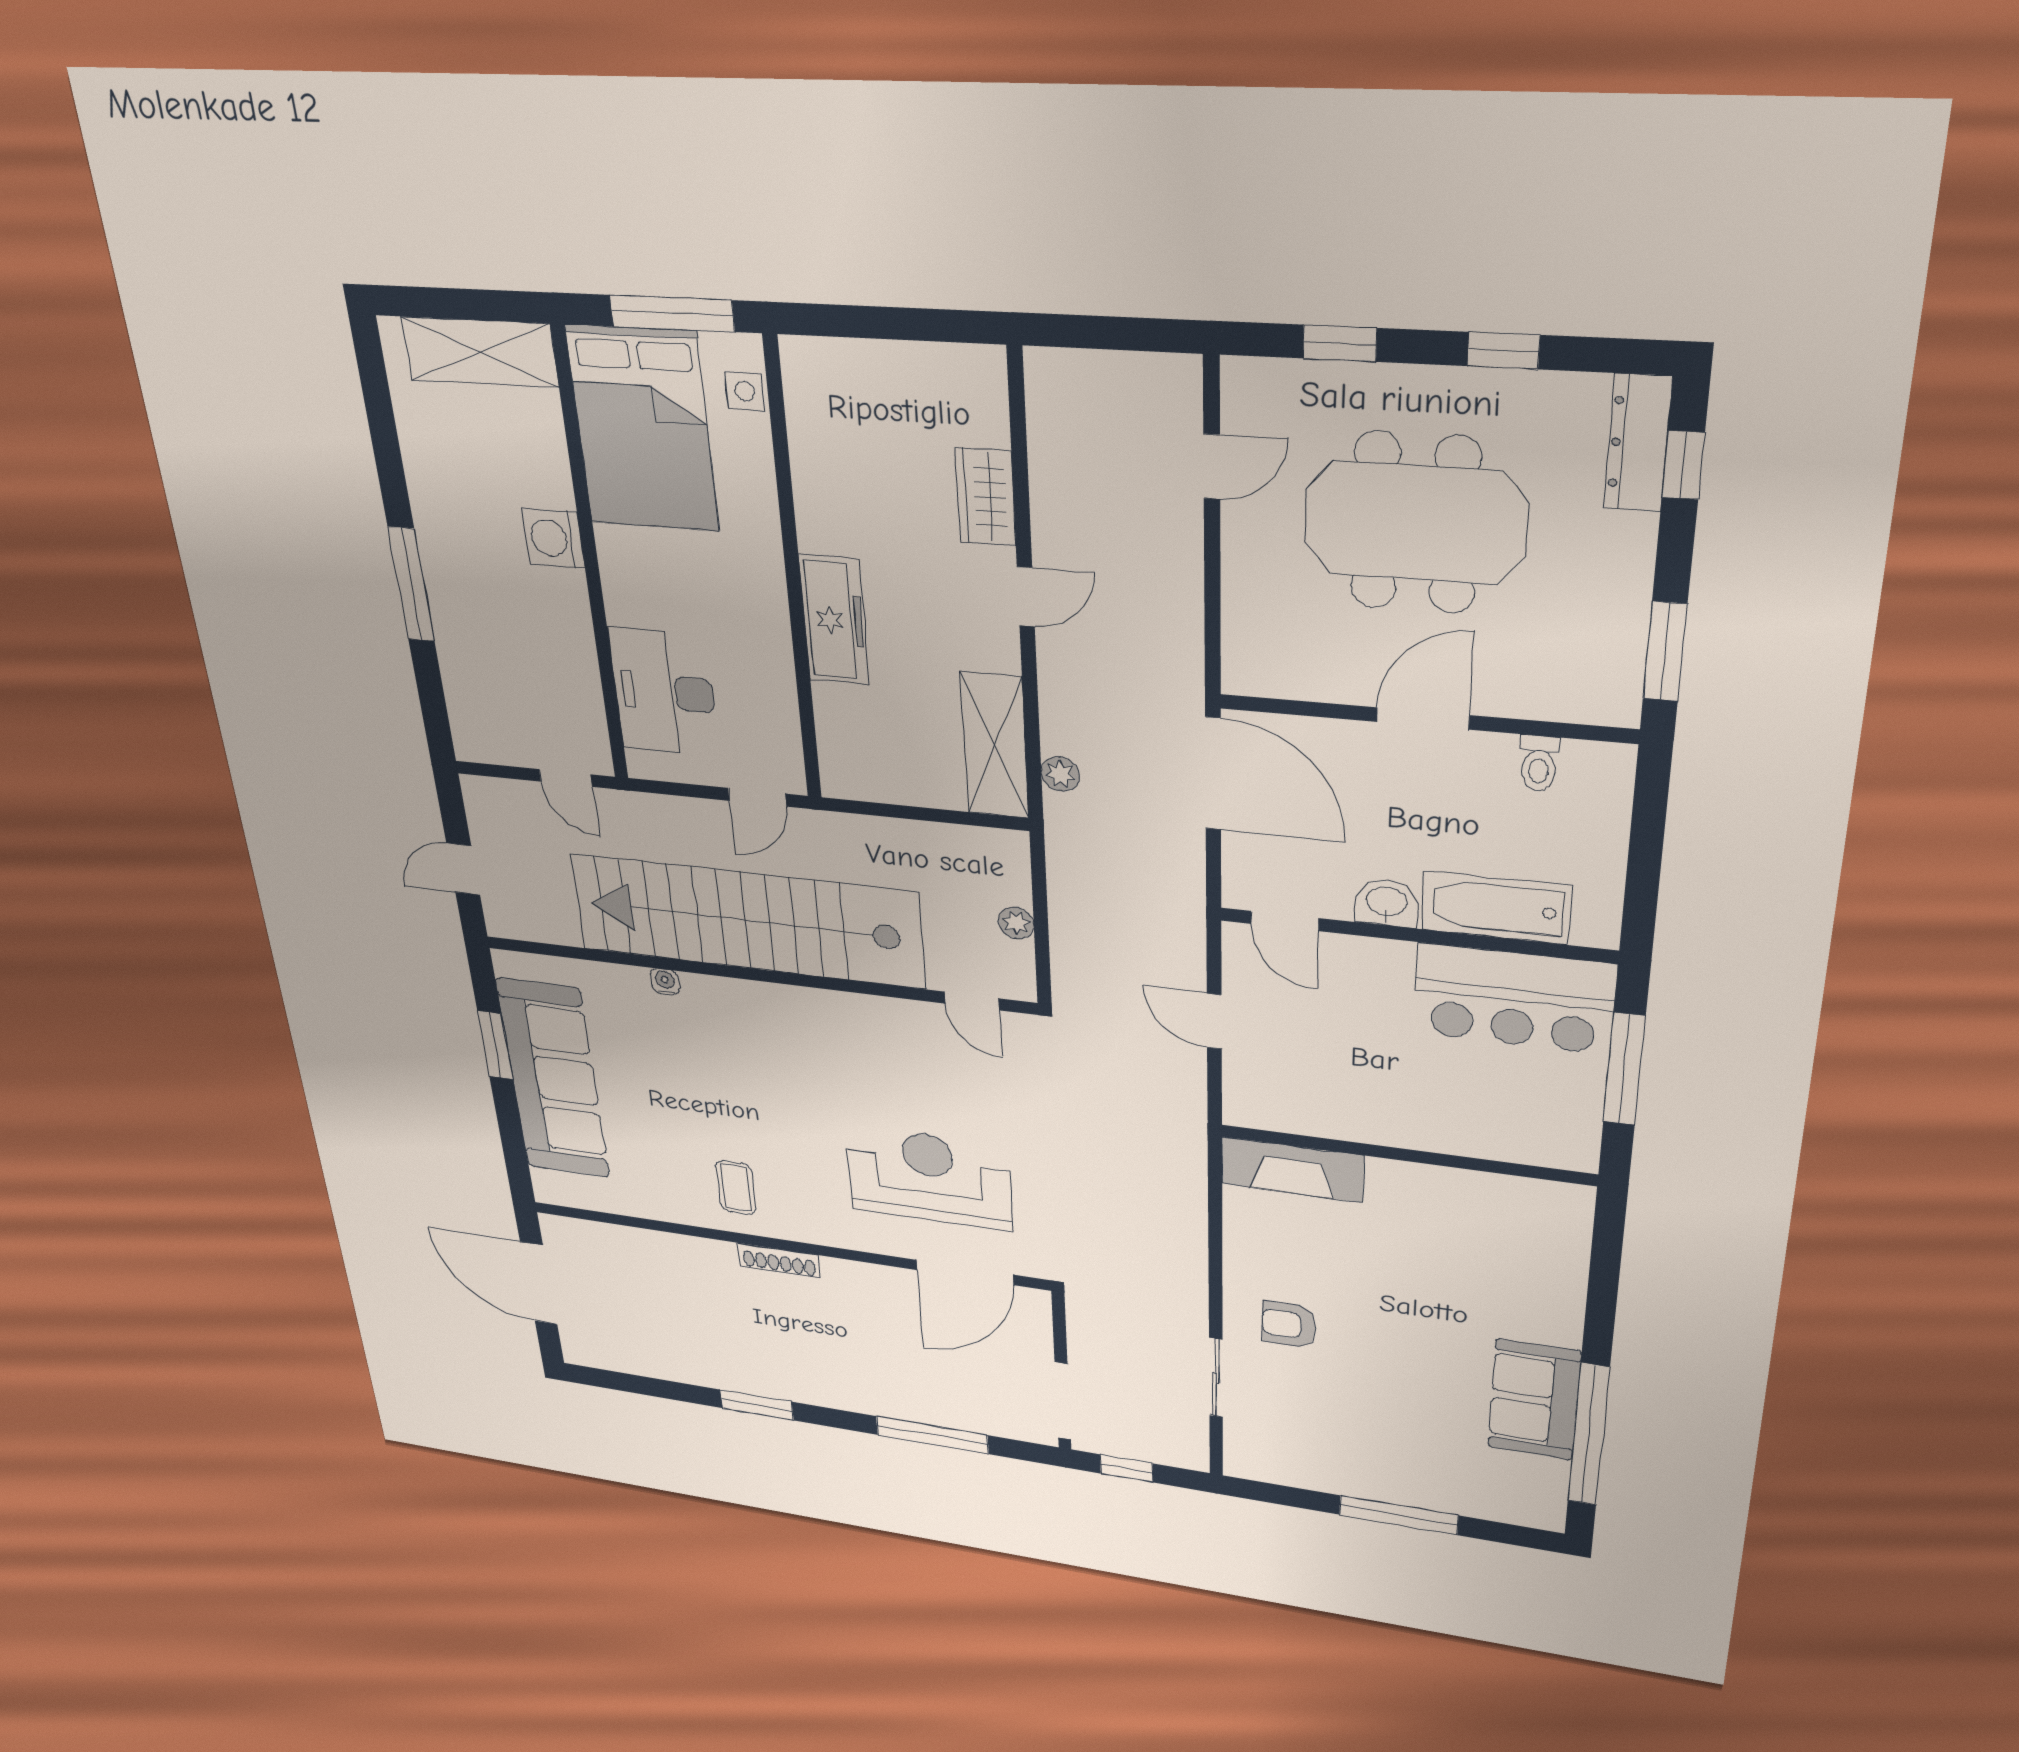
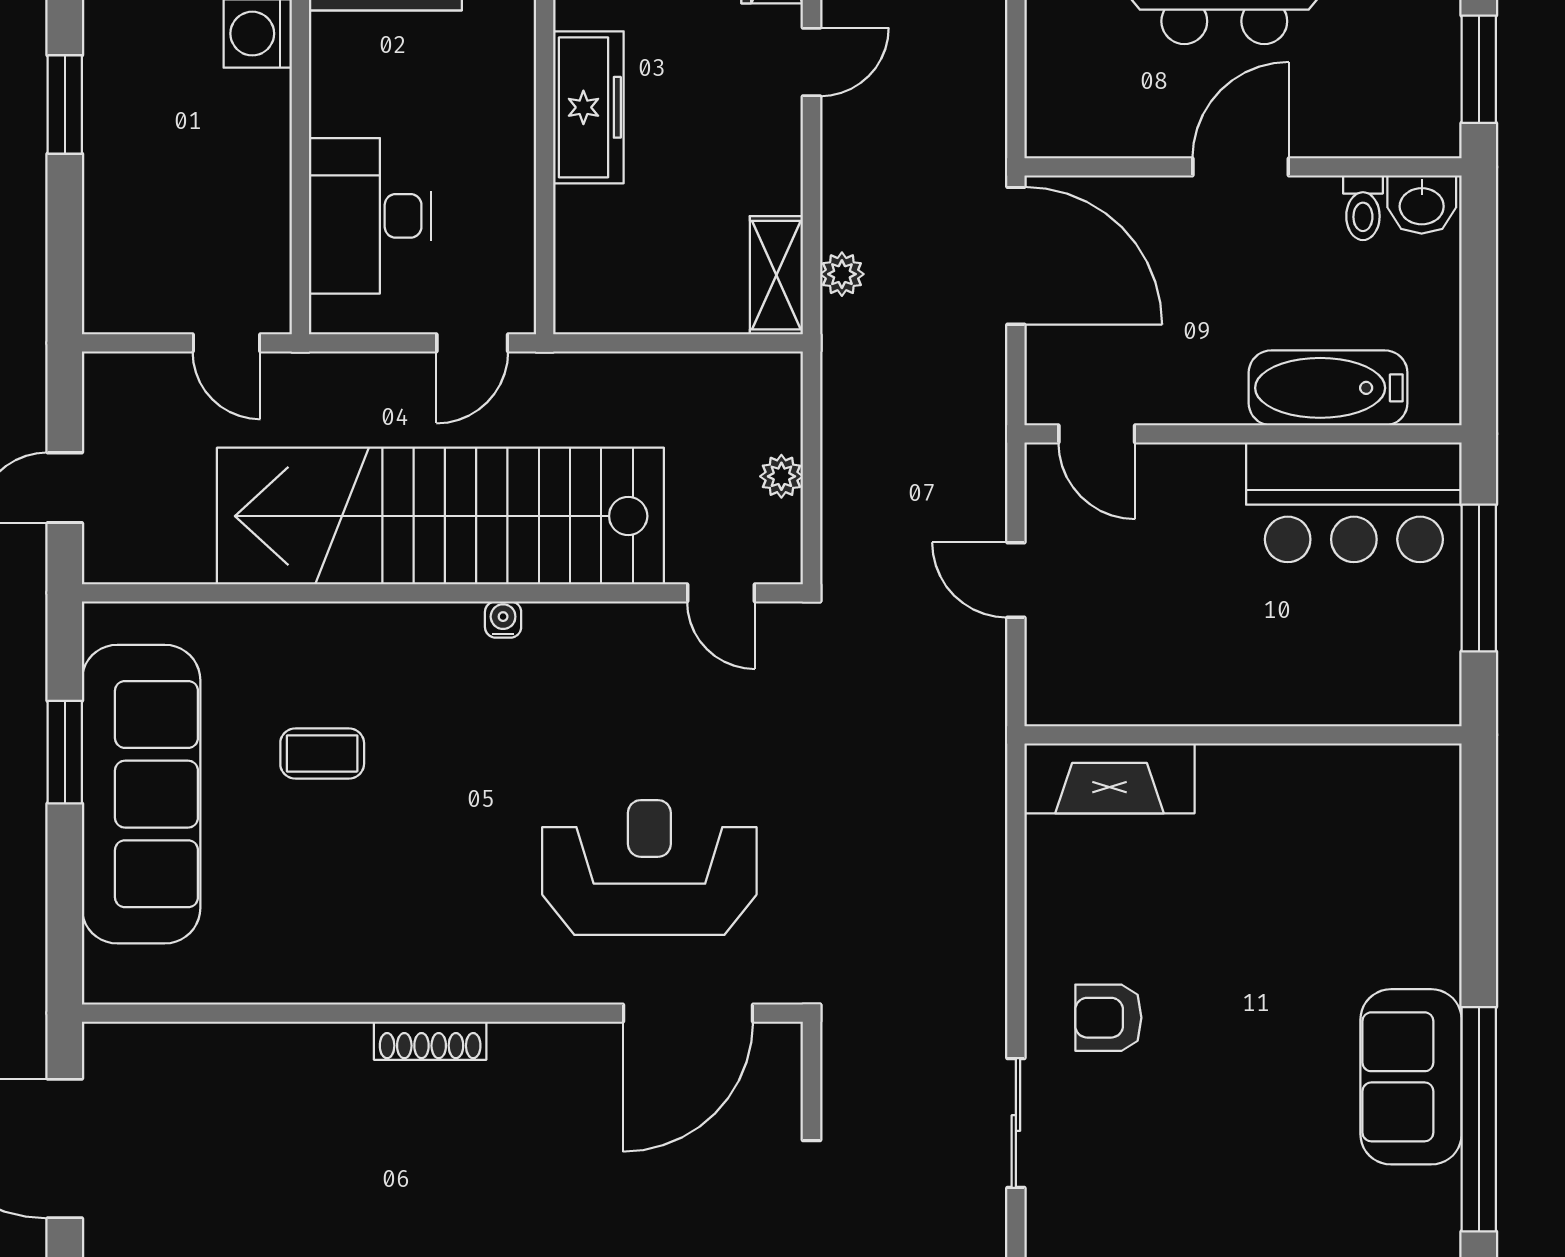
window: (411, 584) -> (65, 105), width x0.69
shelving: (995, 745) -> (776, 275), width x0.67, depth x0.75
washbasin: (1387, 903) -> (1422, 205), moved, turned 180
water cooler: (665, 982) -> (503, 619), moved
coffee table: (736, 1187) -> (322, 753), moved, turned 90

